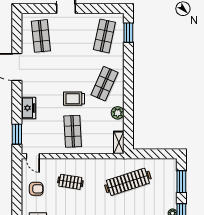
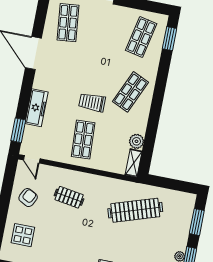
freezer: (28, 108) -> (37, 108), width x1.40
plant: (118, 113) -> (136, 141), moved
armchair: (36, 189) -> (28, 198), turned -63

